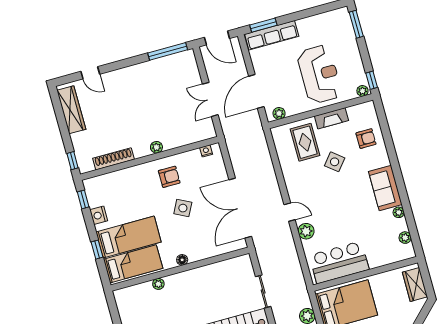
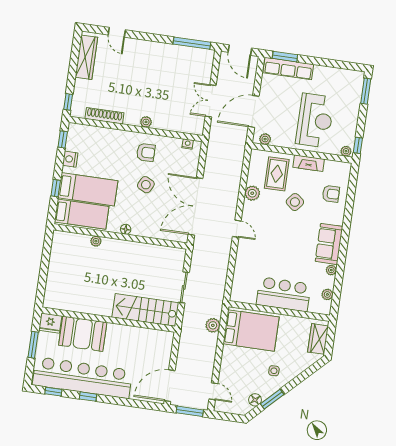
plant: (306, 231) -> (252, 193), moved
bar counter: (339, 262) -> (284, 294), moved

